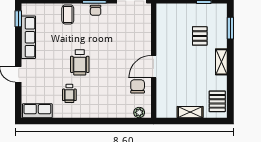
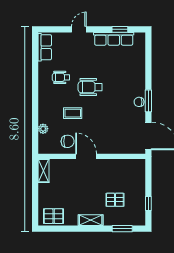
coffee table: (68, 14) -> (73, 113), moved
window: (18, 19) -> (120, 29), moved
plant: (139, 112) -> (43, 129), moved
shelving: (190, 112) -> (43, 171), moved

